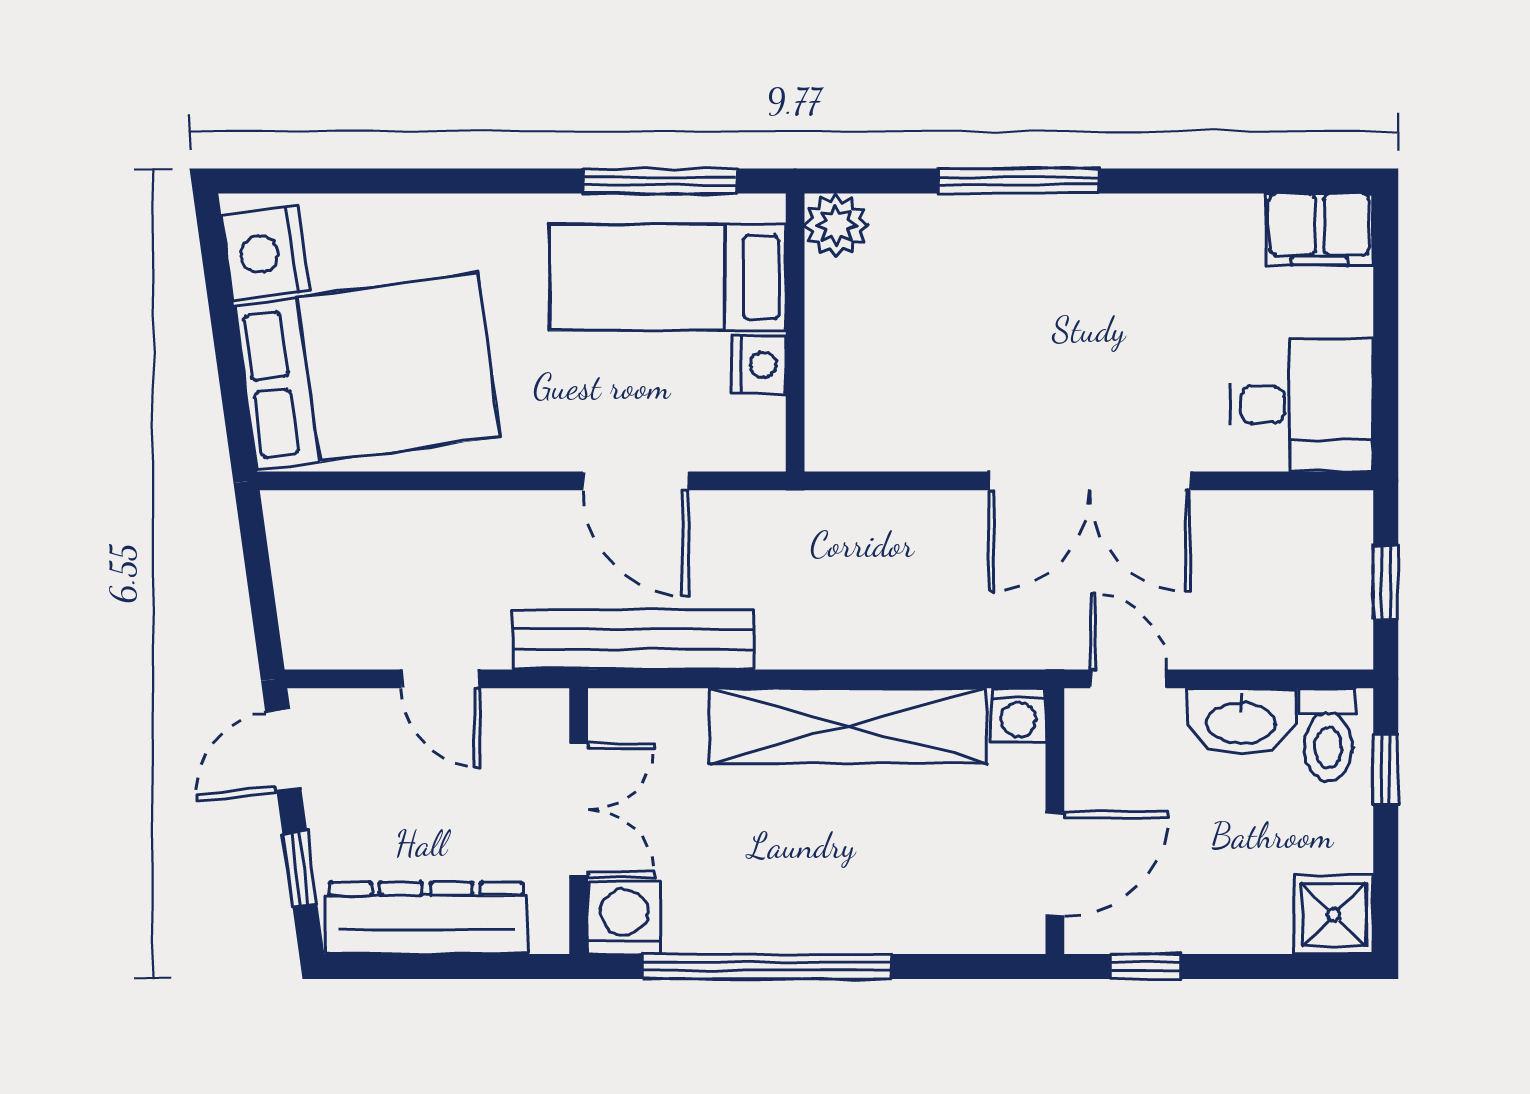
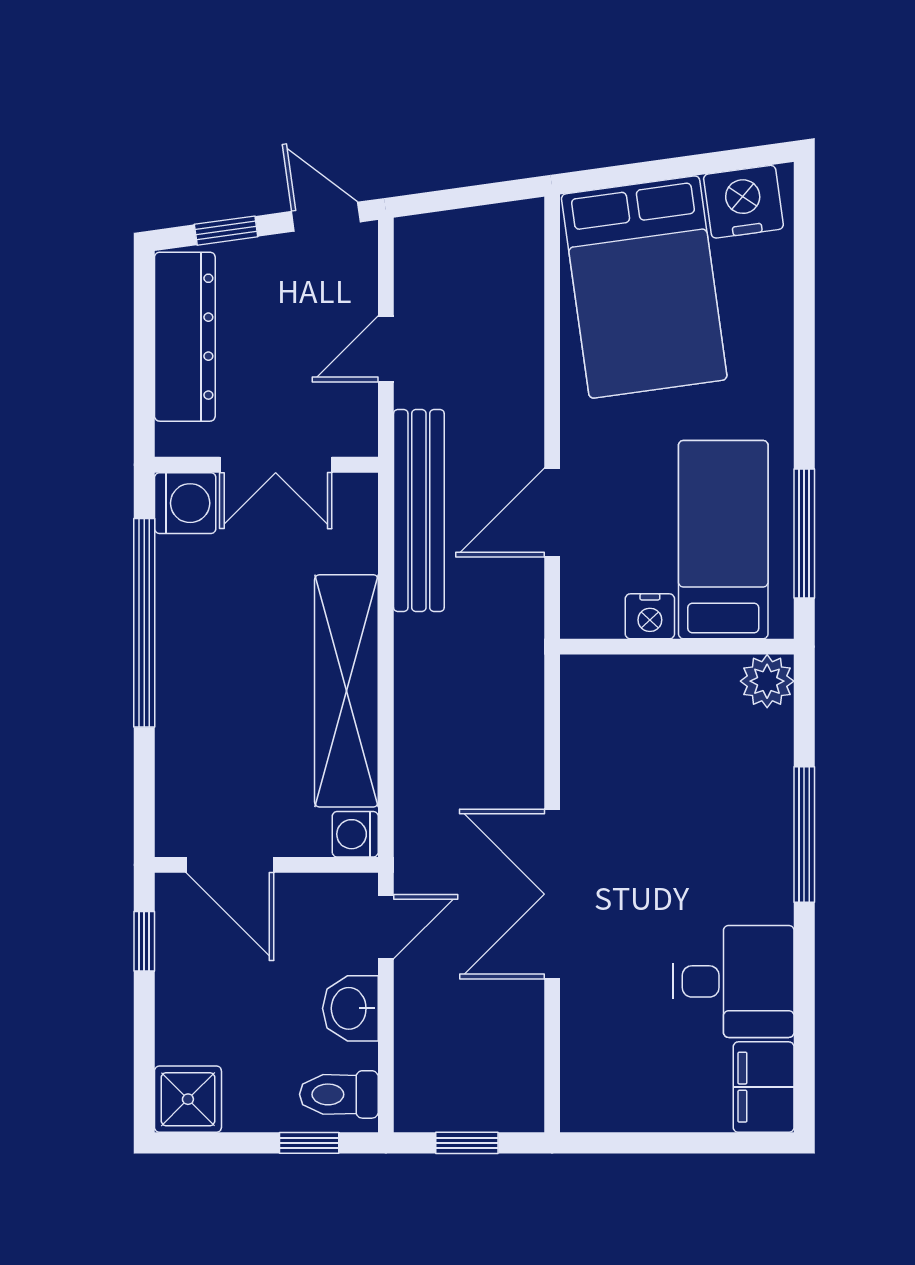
desk: (1301, 405) -> (733, 981), moved, turned -90
washbasin: (1241, 721) -> (350, 1008), width x0.72

